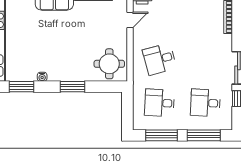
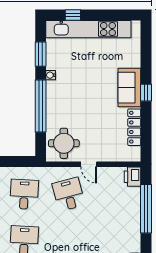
door: (130, 20) -> (89, 164), moved
window: (72, 87) -> (41, 106), width x2.11

